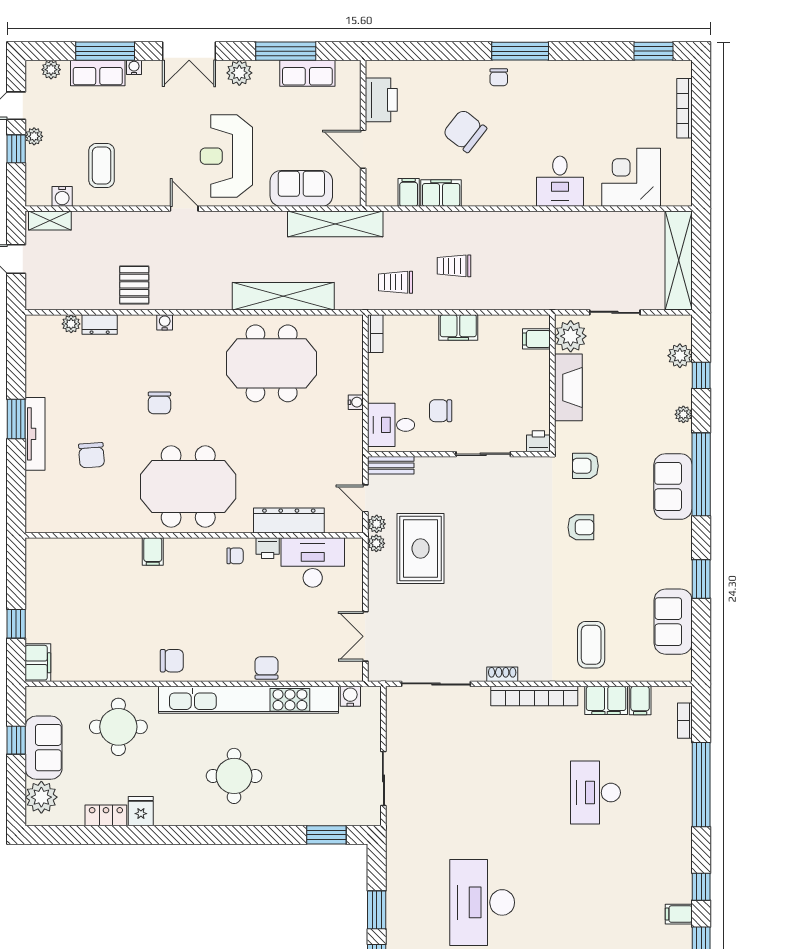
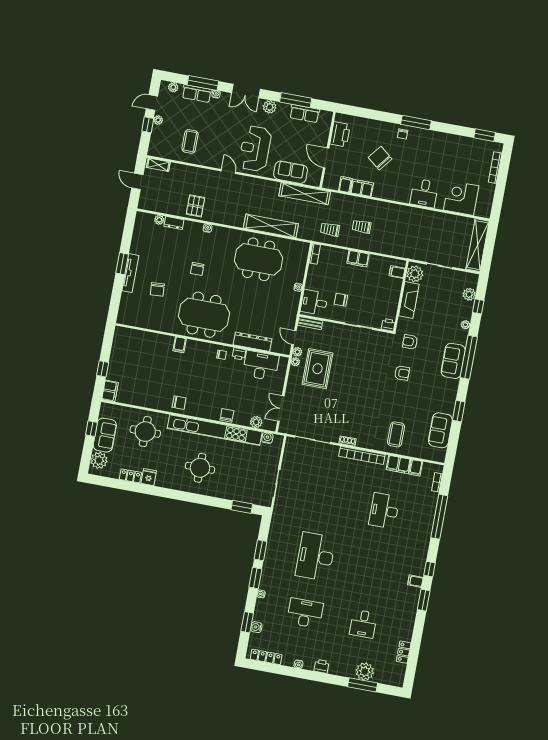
water cooler: (62, 196) -> (167, 154), removed
plant: (324, 670) -> (256, 422), added

